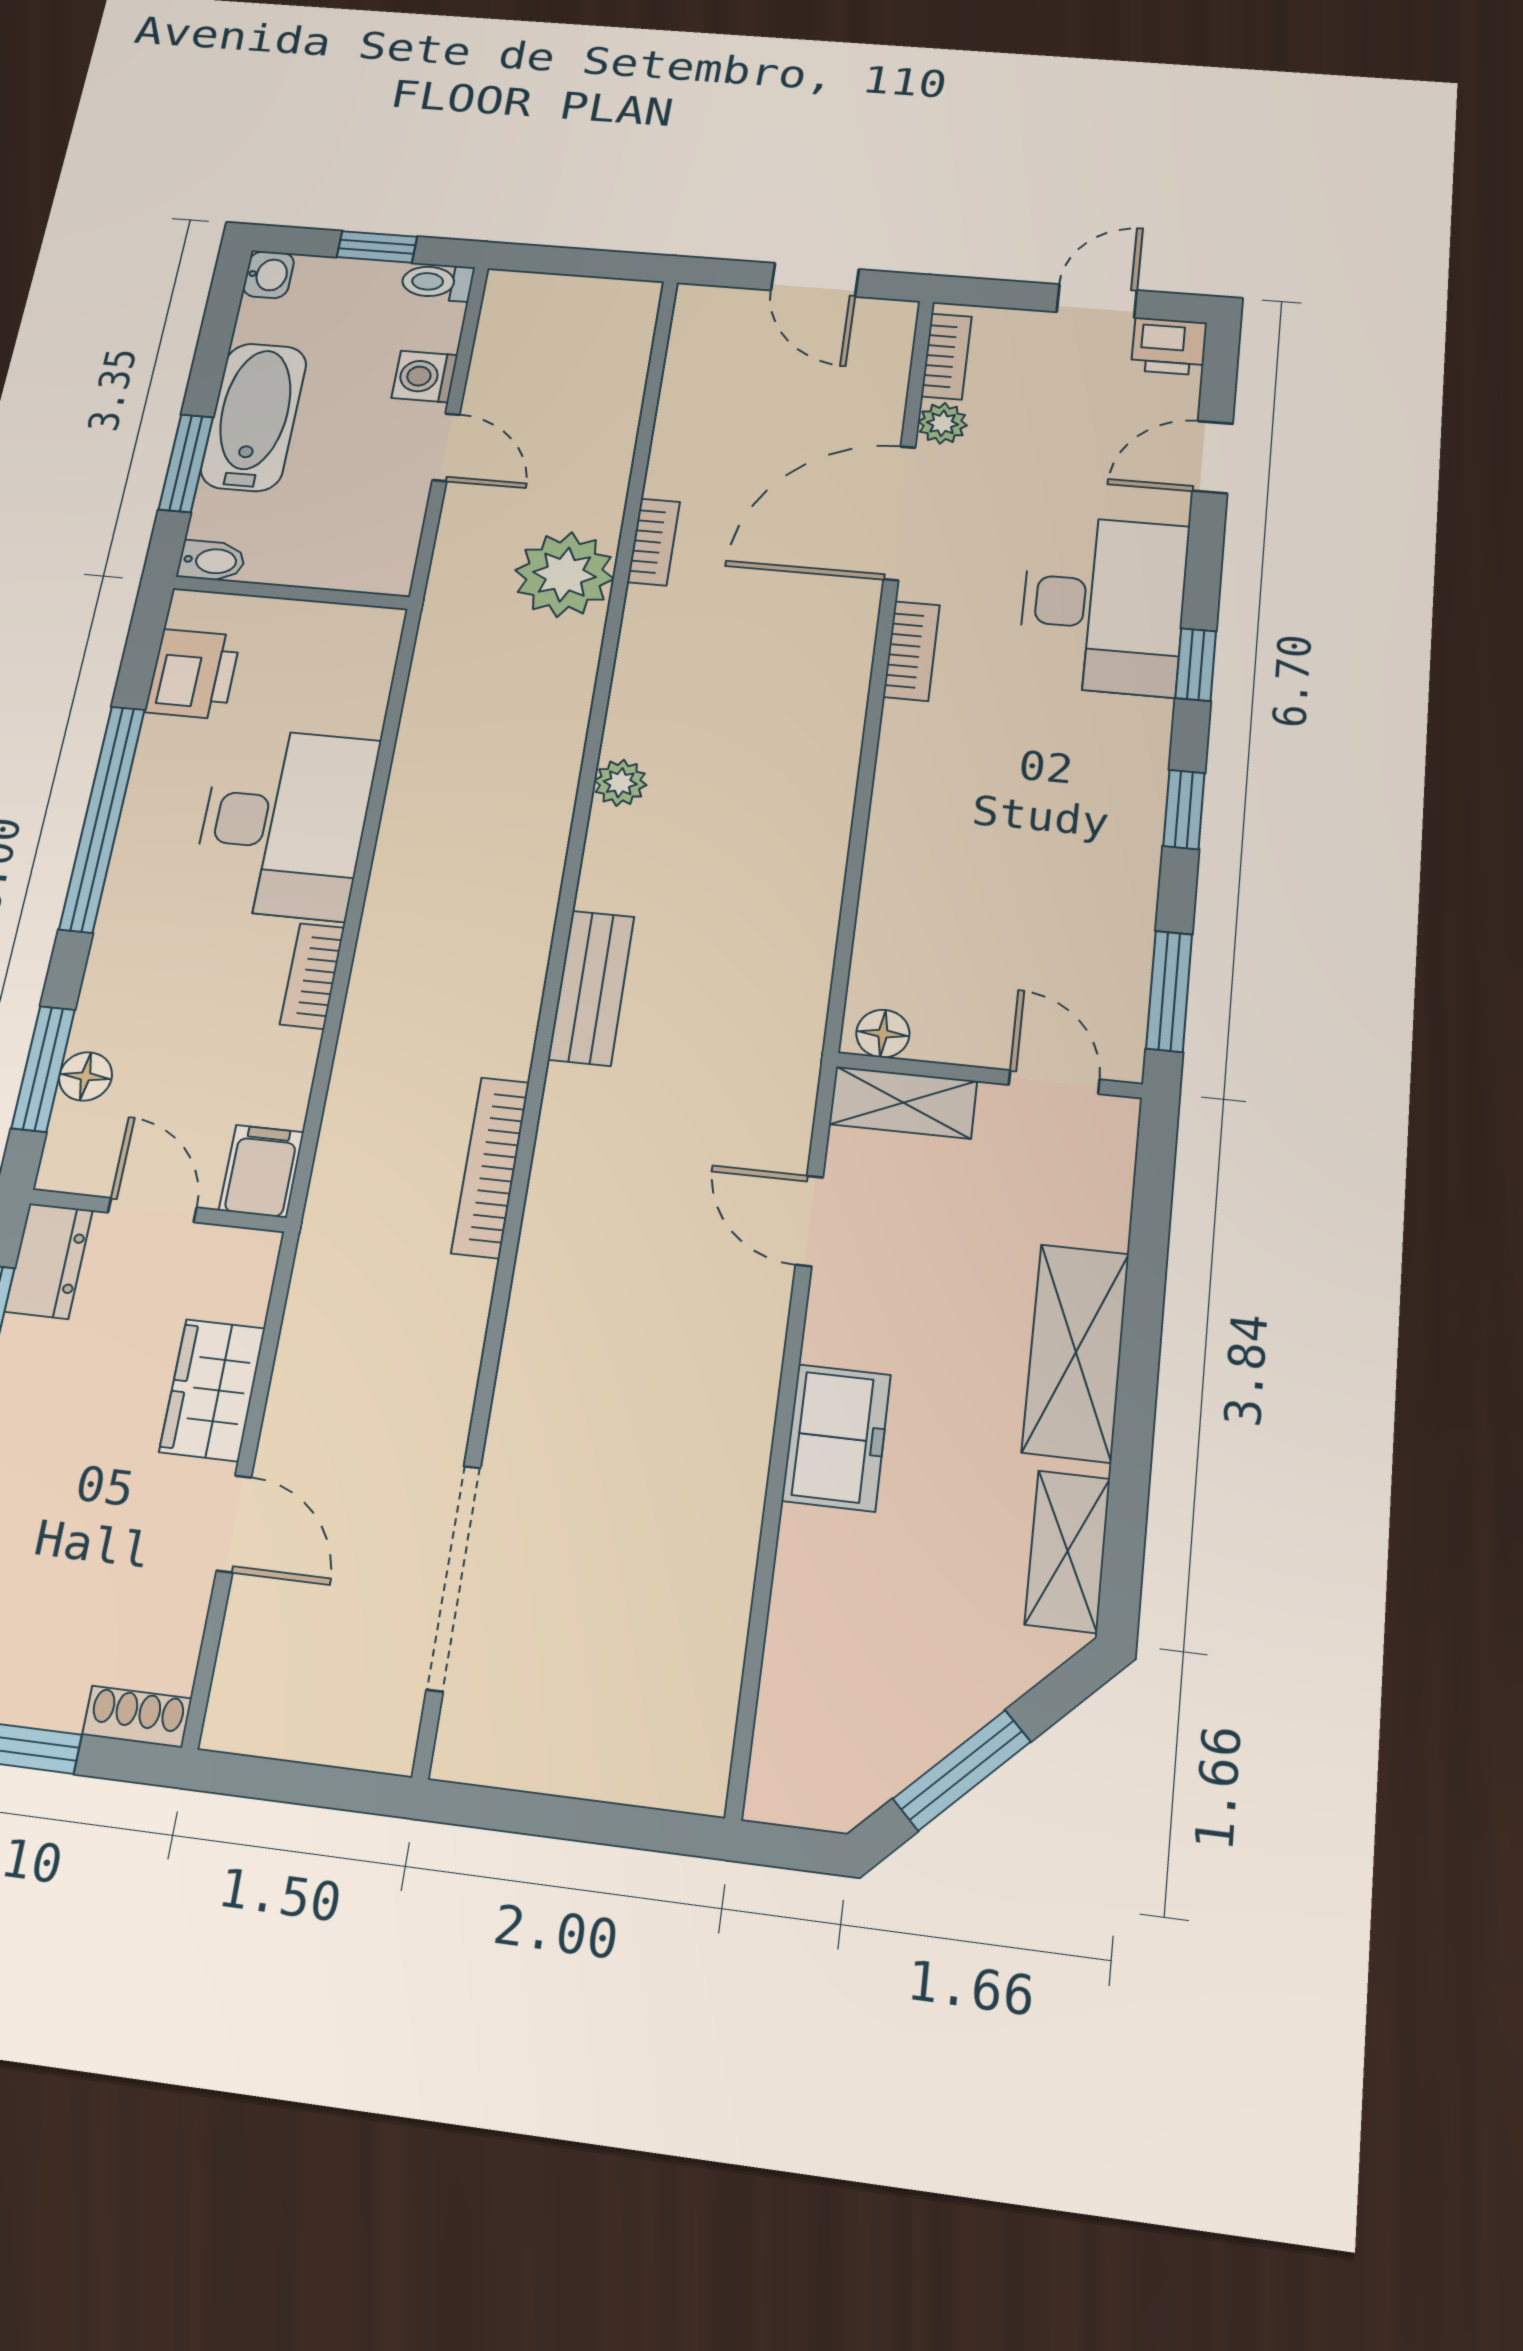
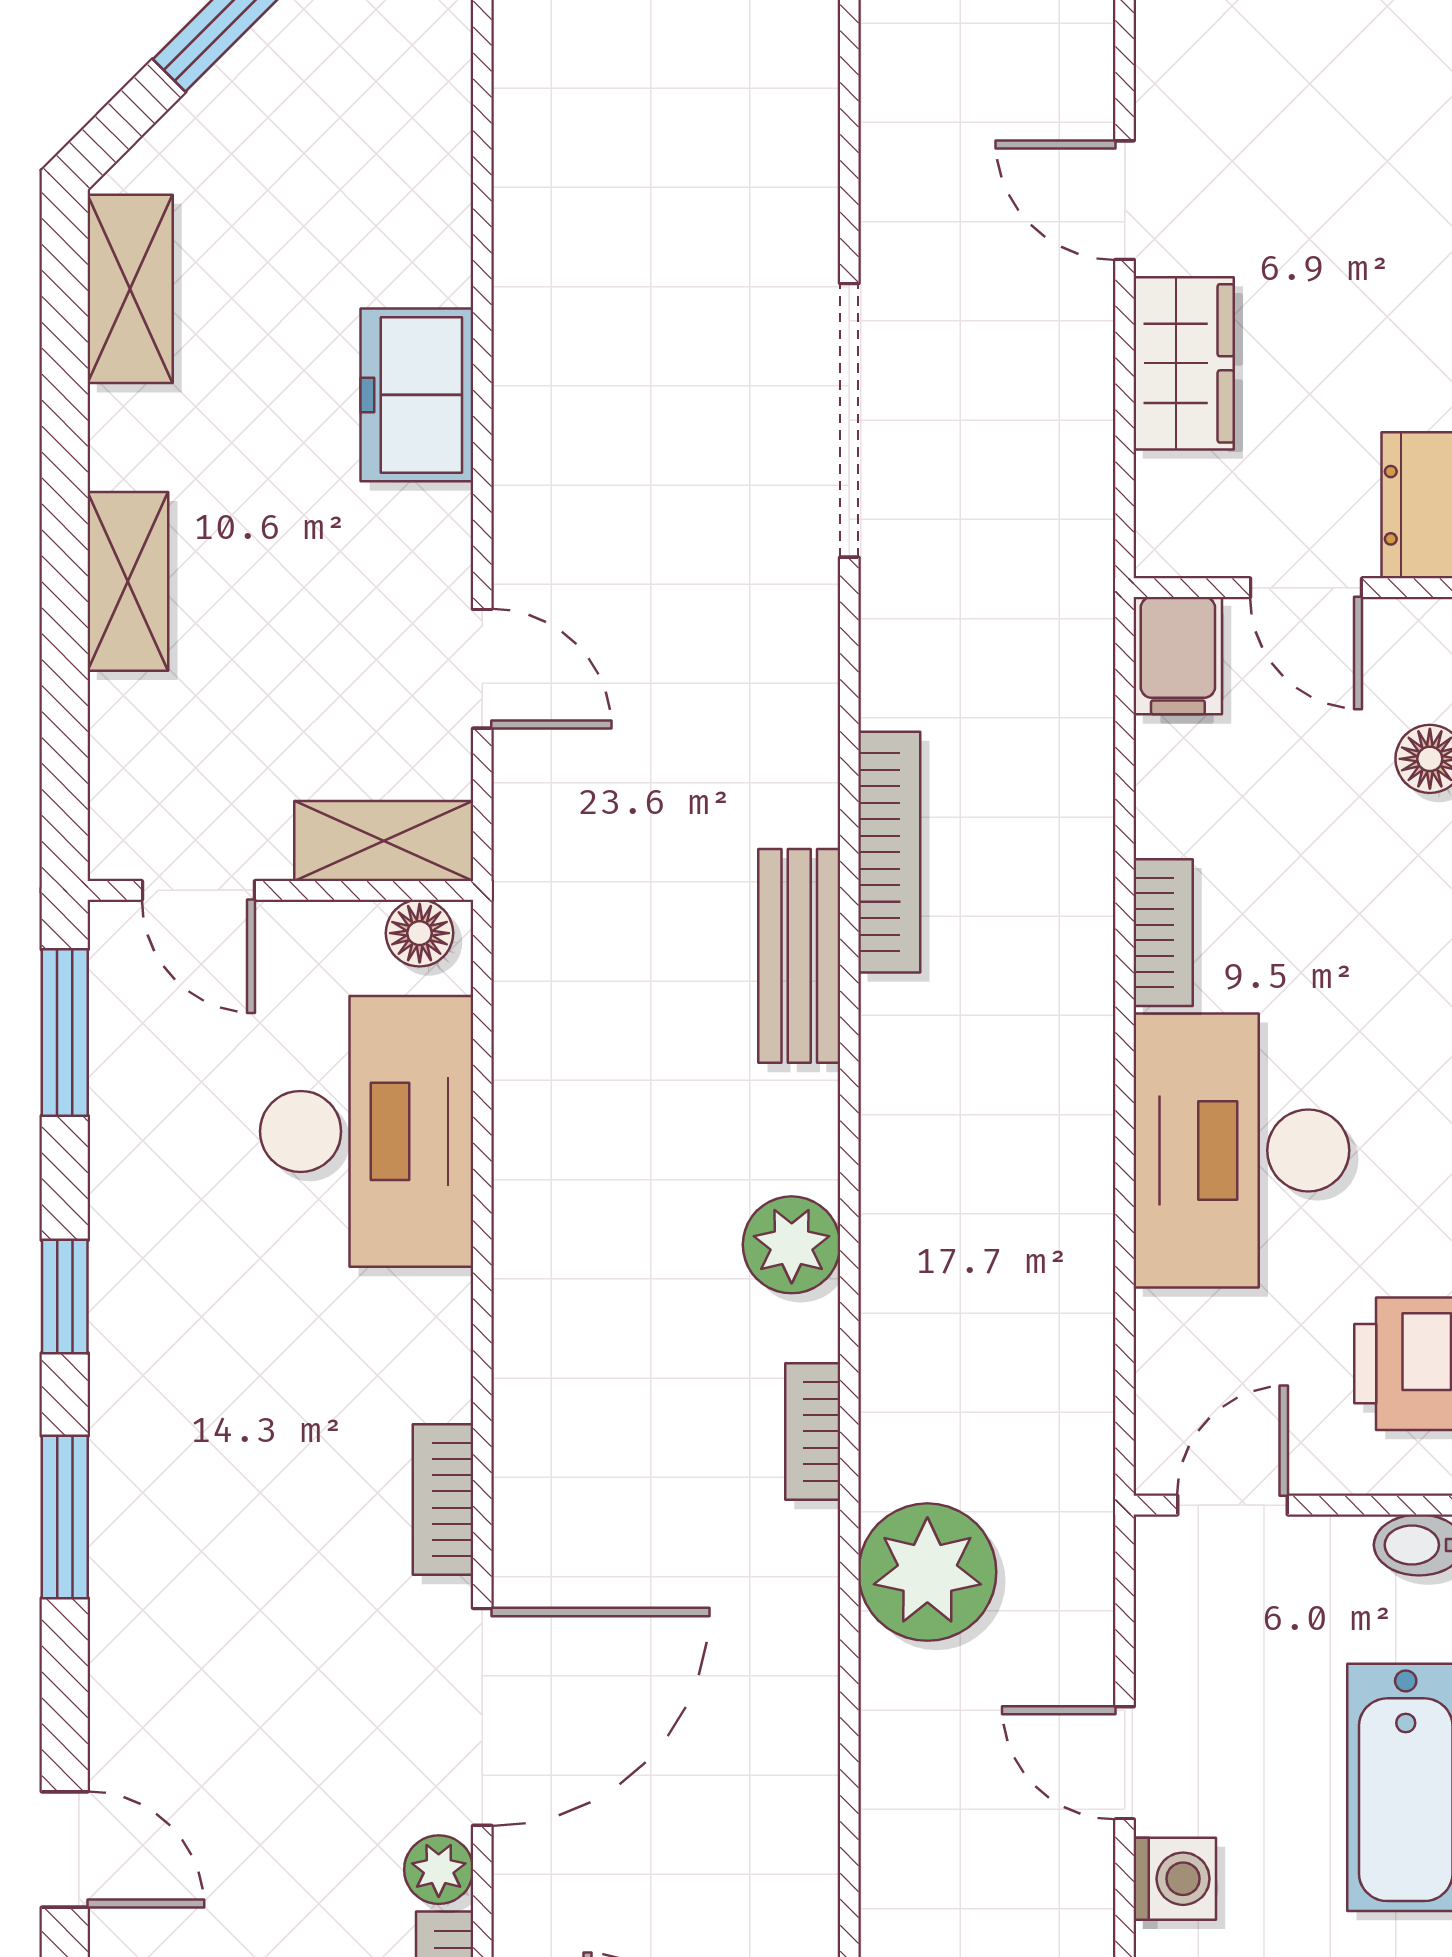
door: (1213, 457) -> (65, 1850), hinge flipped
bookcase: (654, 542) -> (813, 1431), moved
door: (338, 597) -> (1233, 1505), added
desk: (1103, 605) -> (367, 1131), moved, turned 180
window: (1196, 665) -> (65, 1517), width x1.50
plant: (620, 783) -> (792, 1245), width x1.38, depth x1.38
bookcase: (490, 1167) -> (889, 852), moved
shelving: (1076, 1352) -> (128, 581), width x0.67, depth x0.75
doorway: (454, 1577) -> (849, 420), moved

